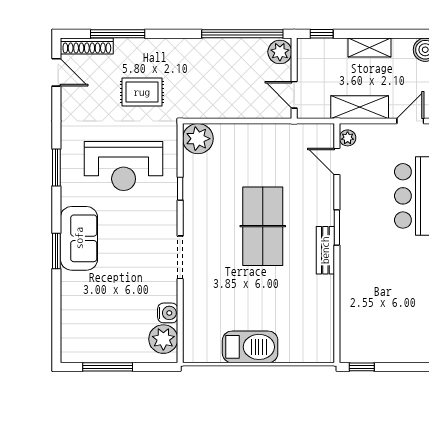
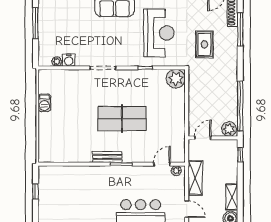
shelving: (369, 47) -> (232, 197), moved
reception desk: (124, 166) -> (159, 33), turned 180
plant: (163, 339) -> (57, 62), width x0.53, depth x0.53
barbecue: (250, 347) -> (44, 103), width x0.53, depth x0.65
window: (362, 367) -> (36, 191), moved

